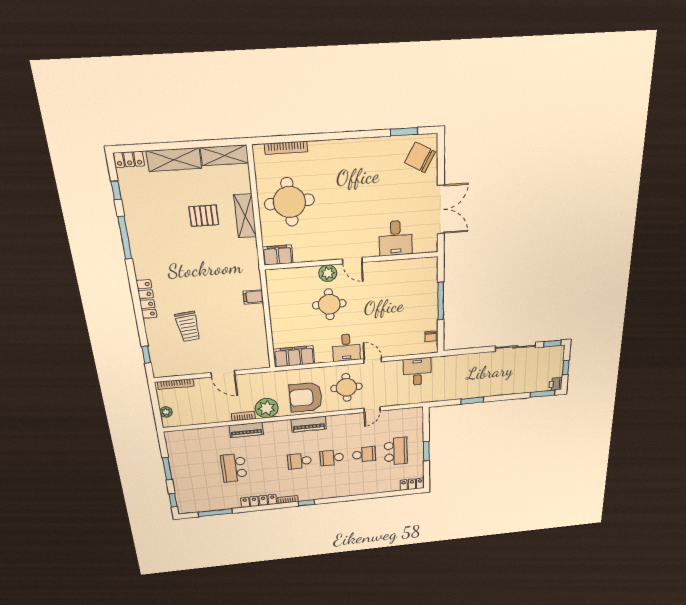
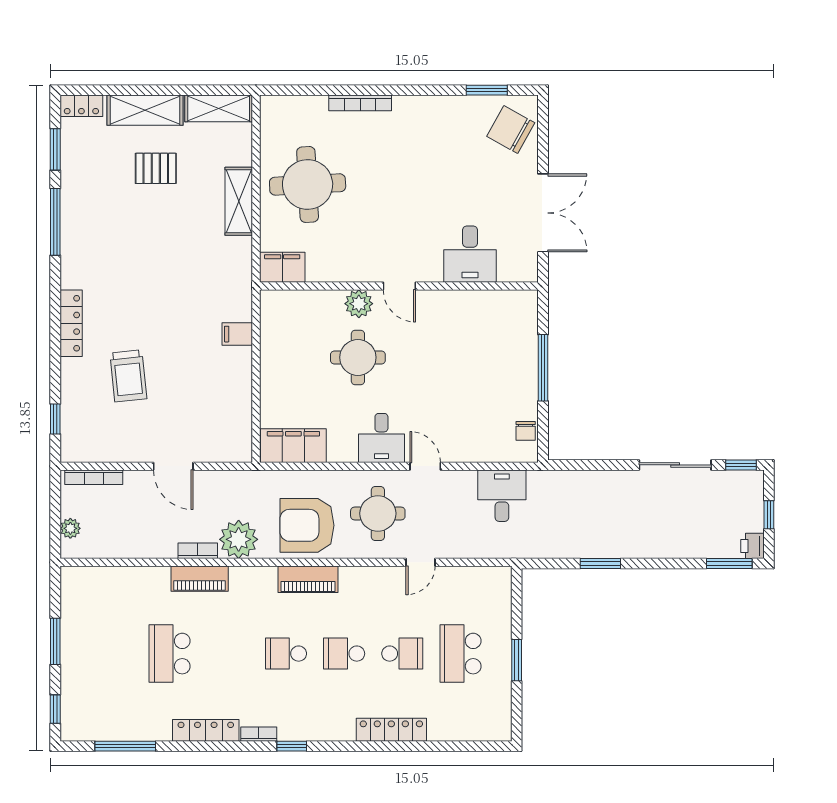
bookcase: (286, 148) -> (360, 103), moved
window: (116, 190) -> (55, 149), width x1.50
pallet: (204, 216) -> (156, 168), moved
school desk: (396, 451) -> (460, 654), turned 180
locker: (412, 484) -> (391, 730), moved, width x1.53

